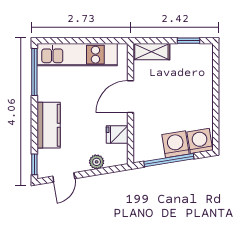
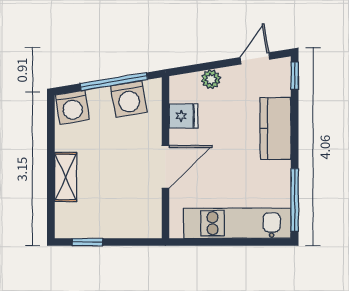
shelving: (151, 52) -> (66, 177), moved, turned 90
washing machine: (176, 144) -> (129, 99), moved

